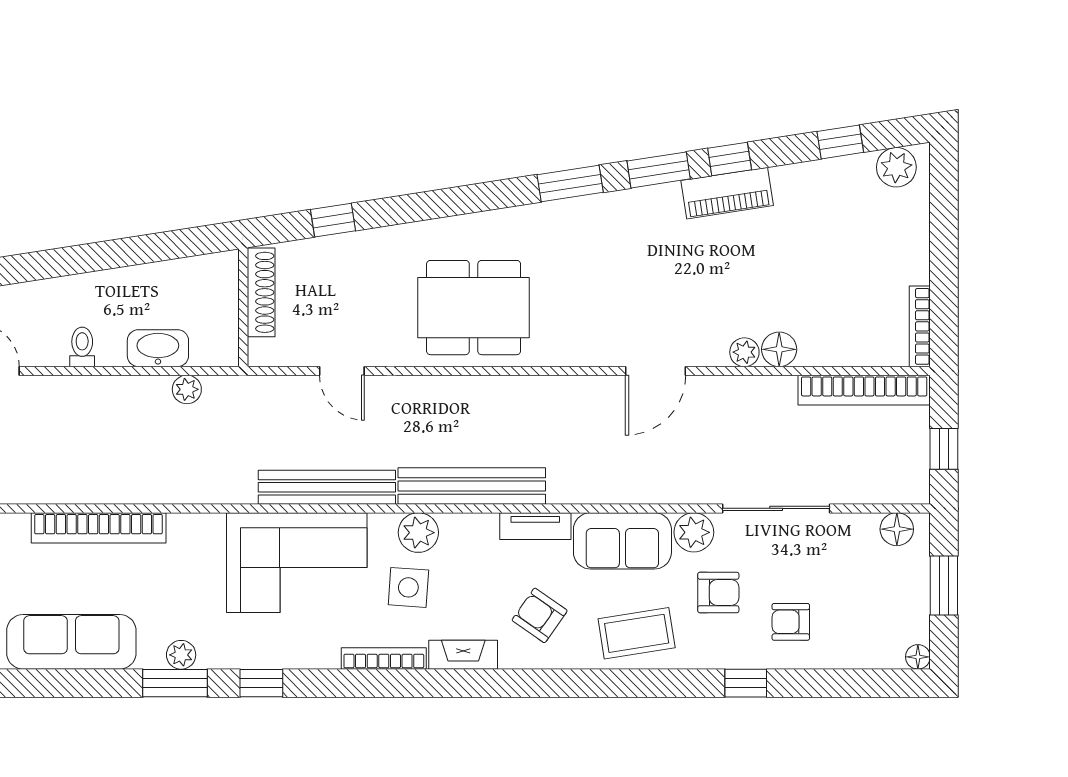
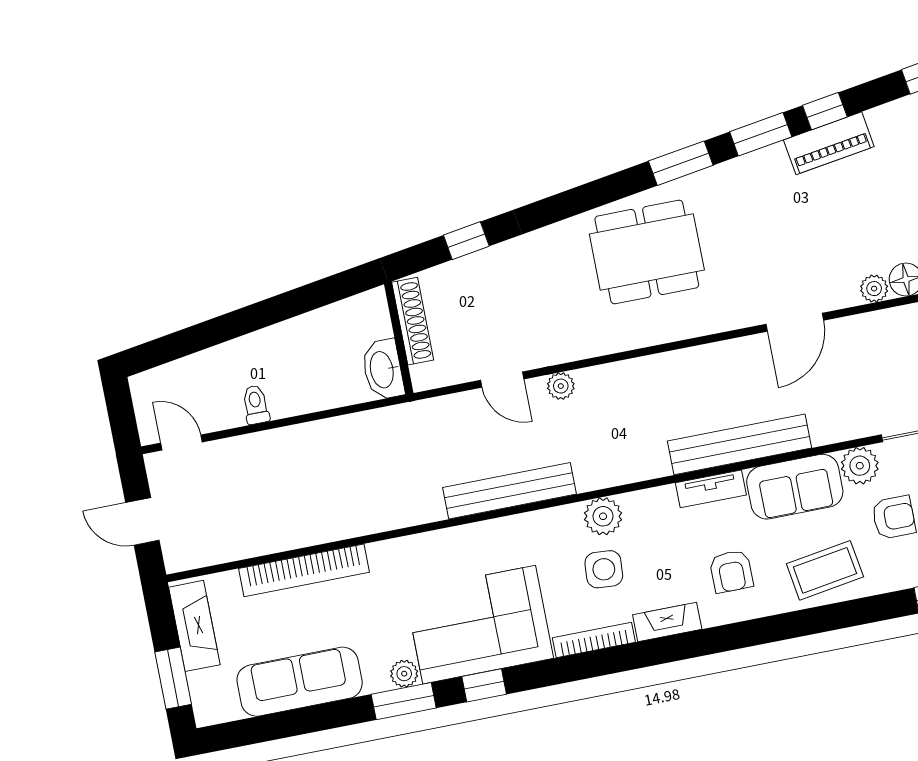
dining table: (474, 308) -> (647, 252), moved
washbasin: (158, 348) -> (383, 370), moved, turned -90
plant: (187, 389) -> (561, 386), moved
bench: (472, 486) -> (740, 444), moved
corner sofa: (297, 563) -> (479, 625), moved, turned 180
armchair: (540, 615) -> (731, 571), turned -125

